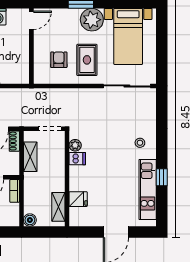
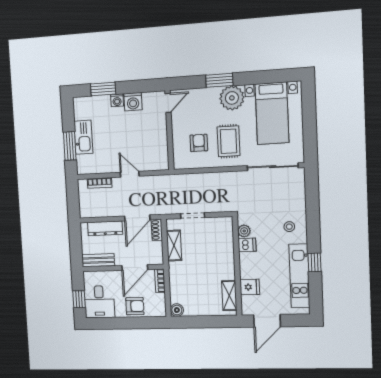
plant: (75, 145) -> (244, 231), moved
dishwasher: (77, 159) -> (247, 245), moved
wall: (67, 179) -> (237, 266), moved
fridge: (78, 199) -> (250, 287), moved
shelving: (58, 207) -> (229, 296), moved

